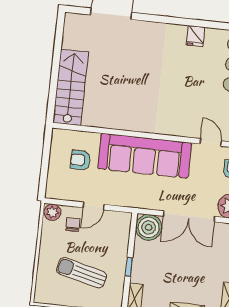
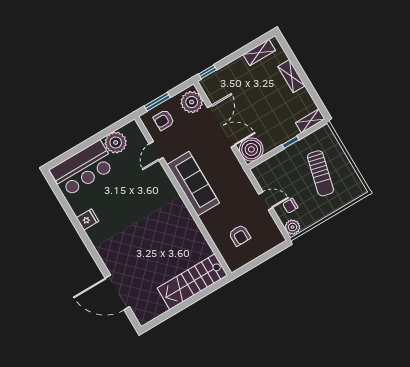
sofa: (145, 156) -> (193, 184), width x0.74, depth x0.79

